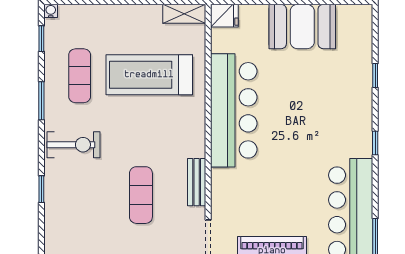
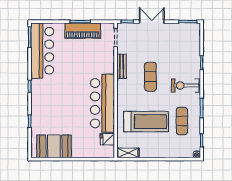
fridge: (224, 16) -> (107, 139), moved
booth: (302, 27) -> (54, 146), moved
exercise mat: (141, 195) -> (150, 77), moved

